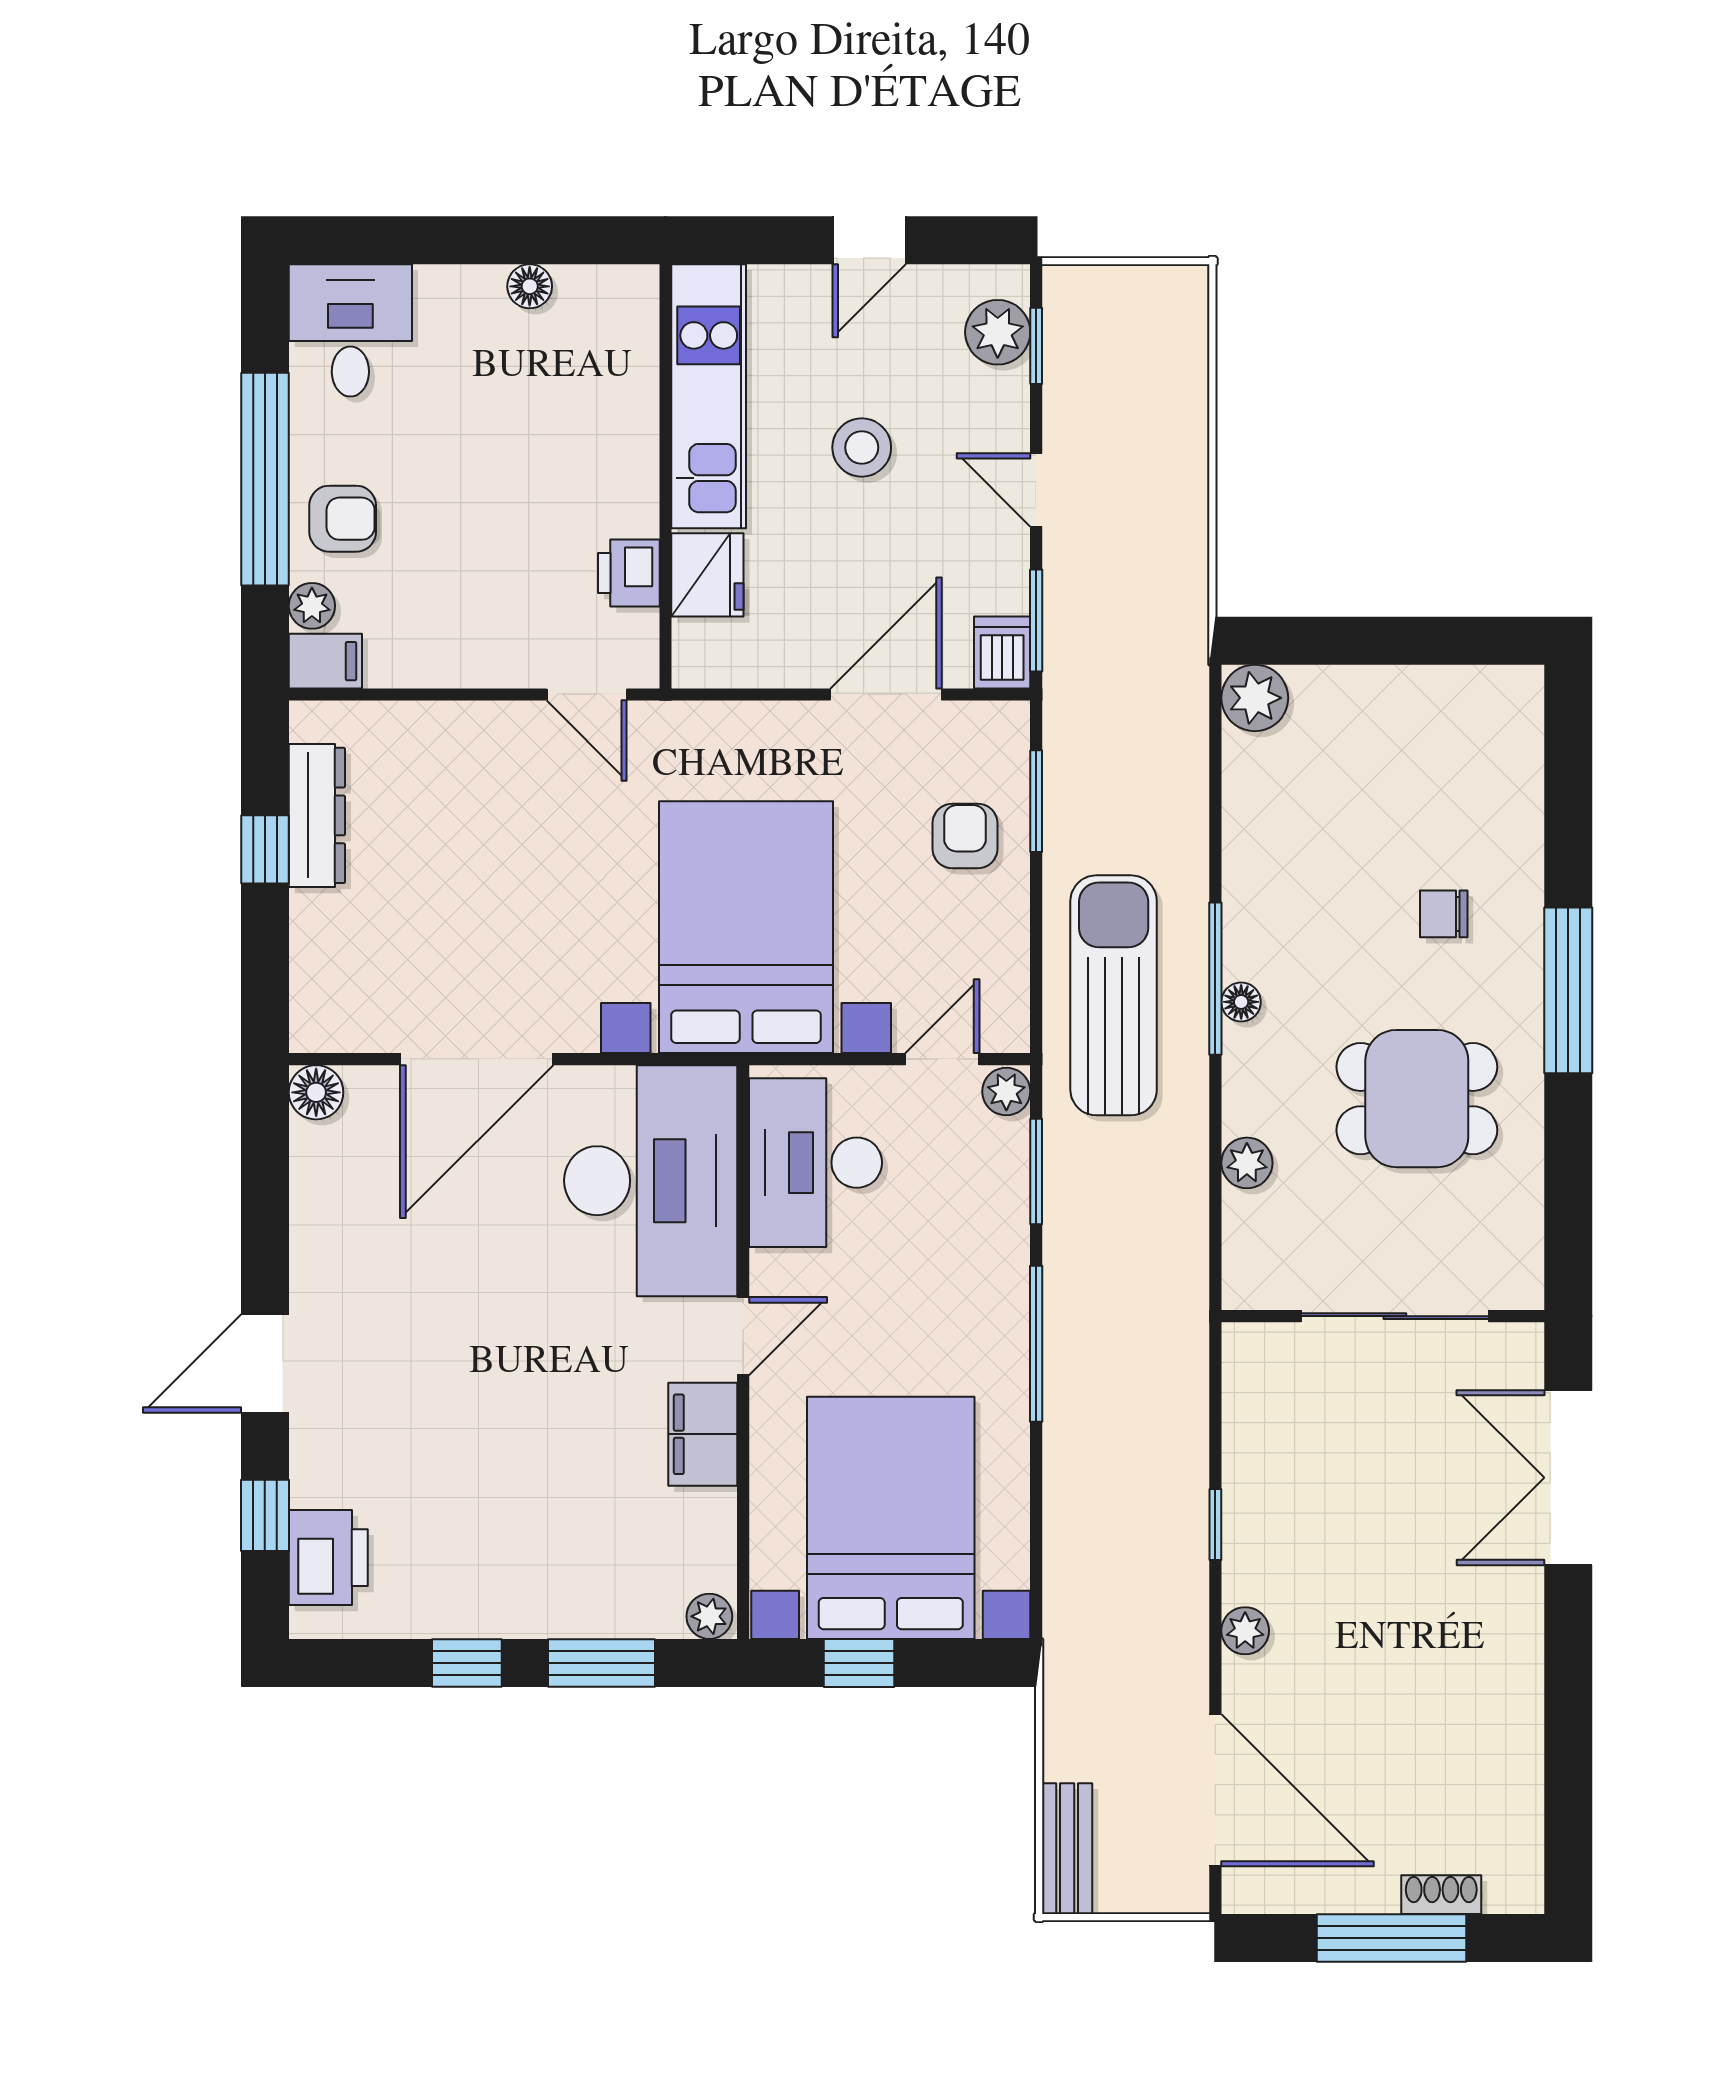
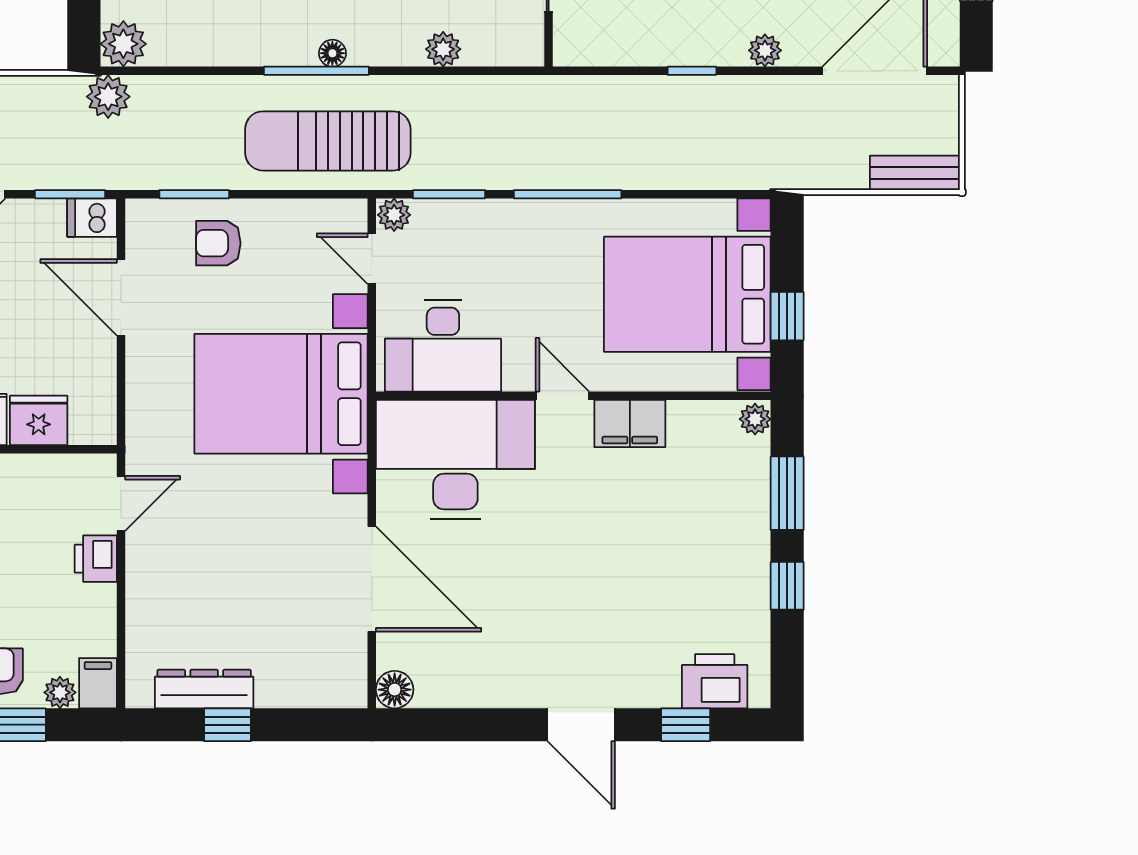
printer: (629, 573) -> (96, 559), moved, turned 90
plant: (1178, 676) -> (108, 97), added

